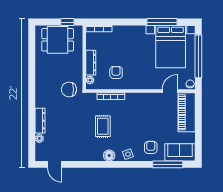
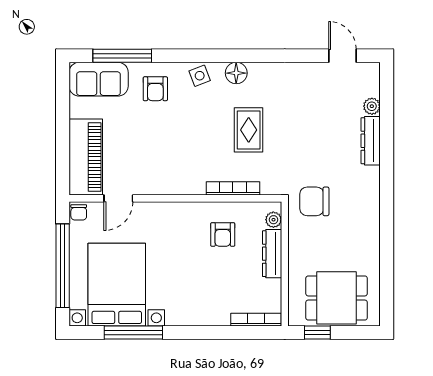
chair: (69, 89) -> (314, 201), turned 180

